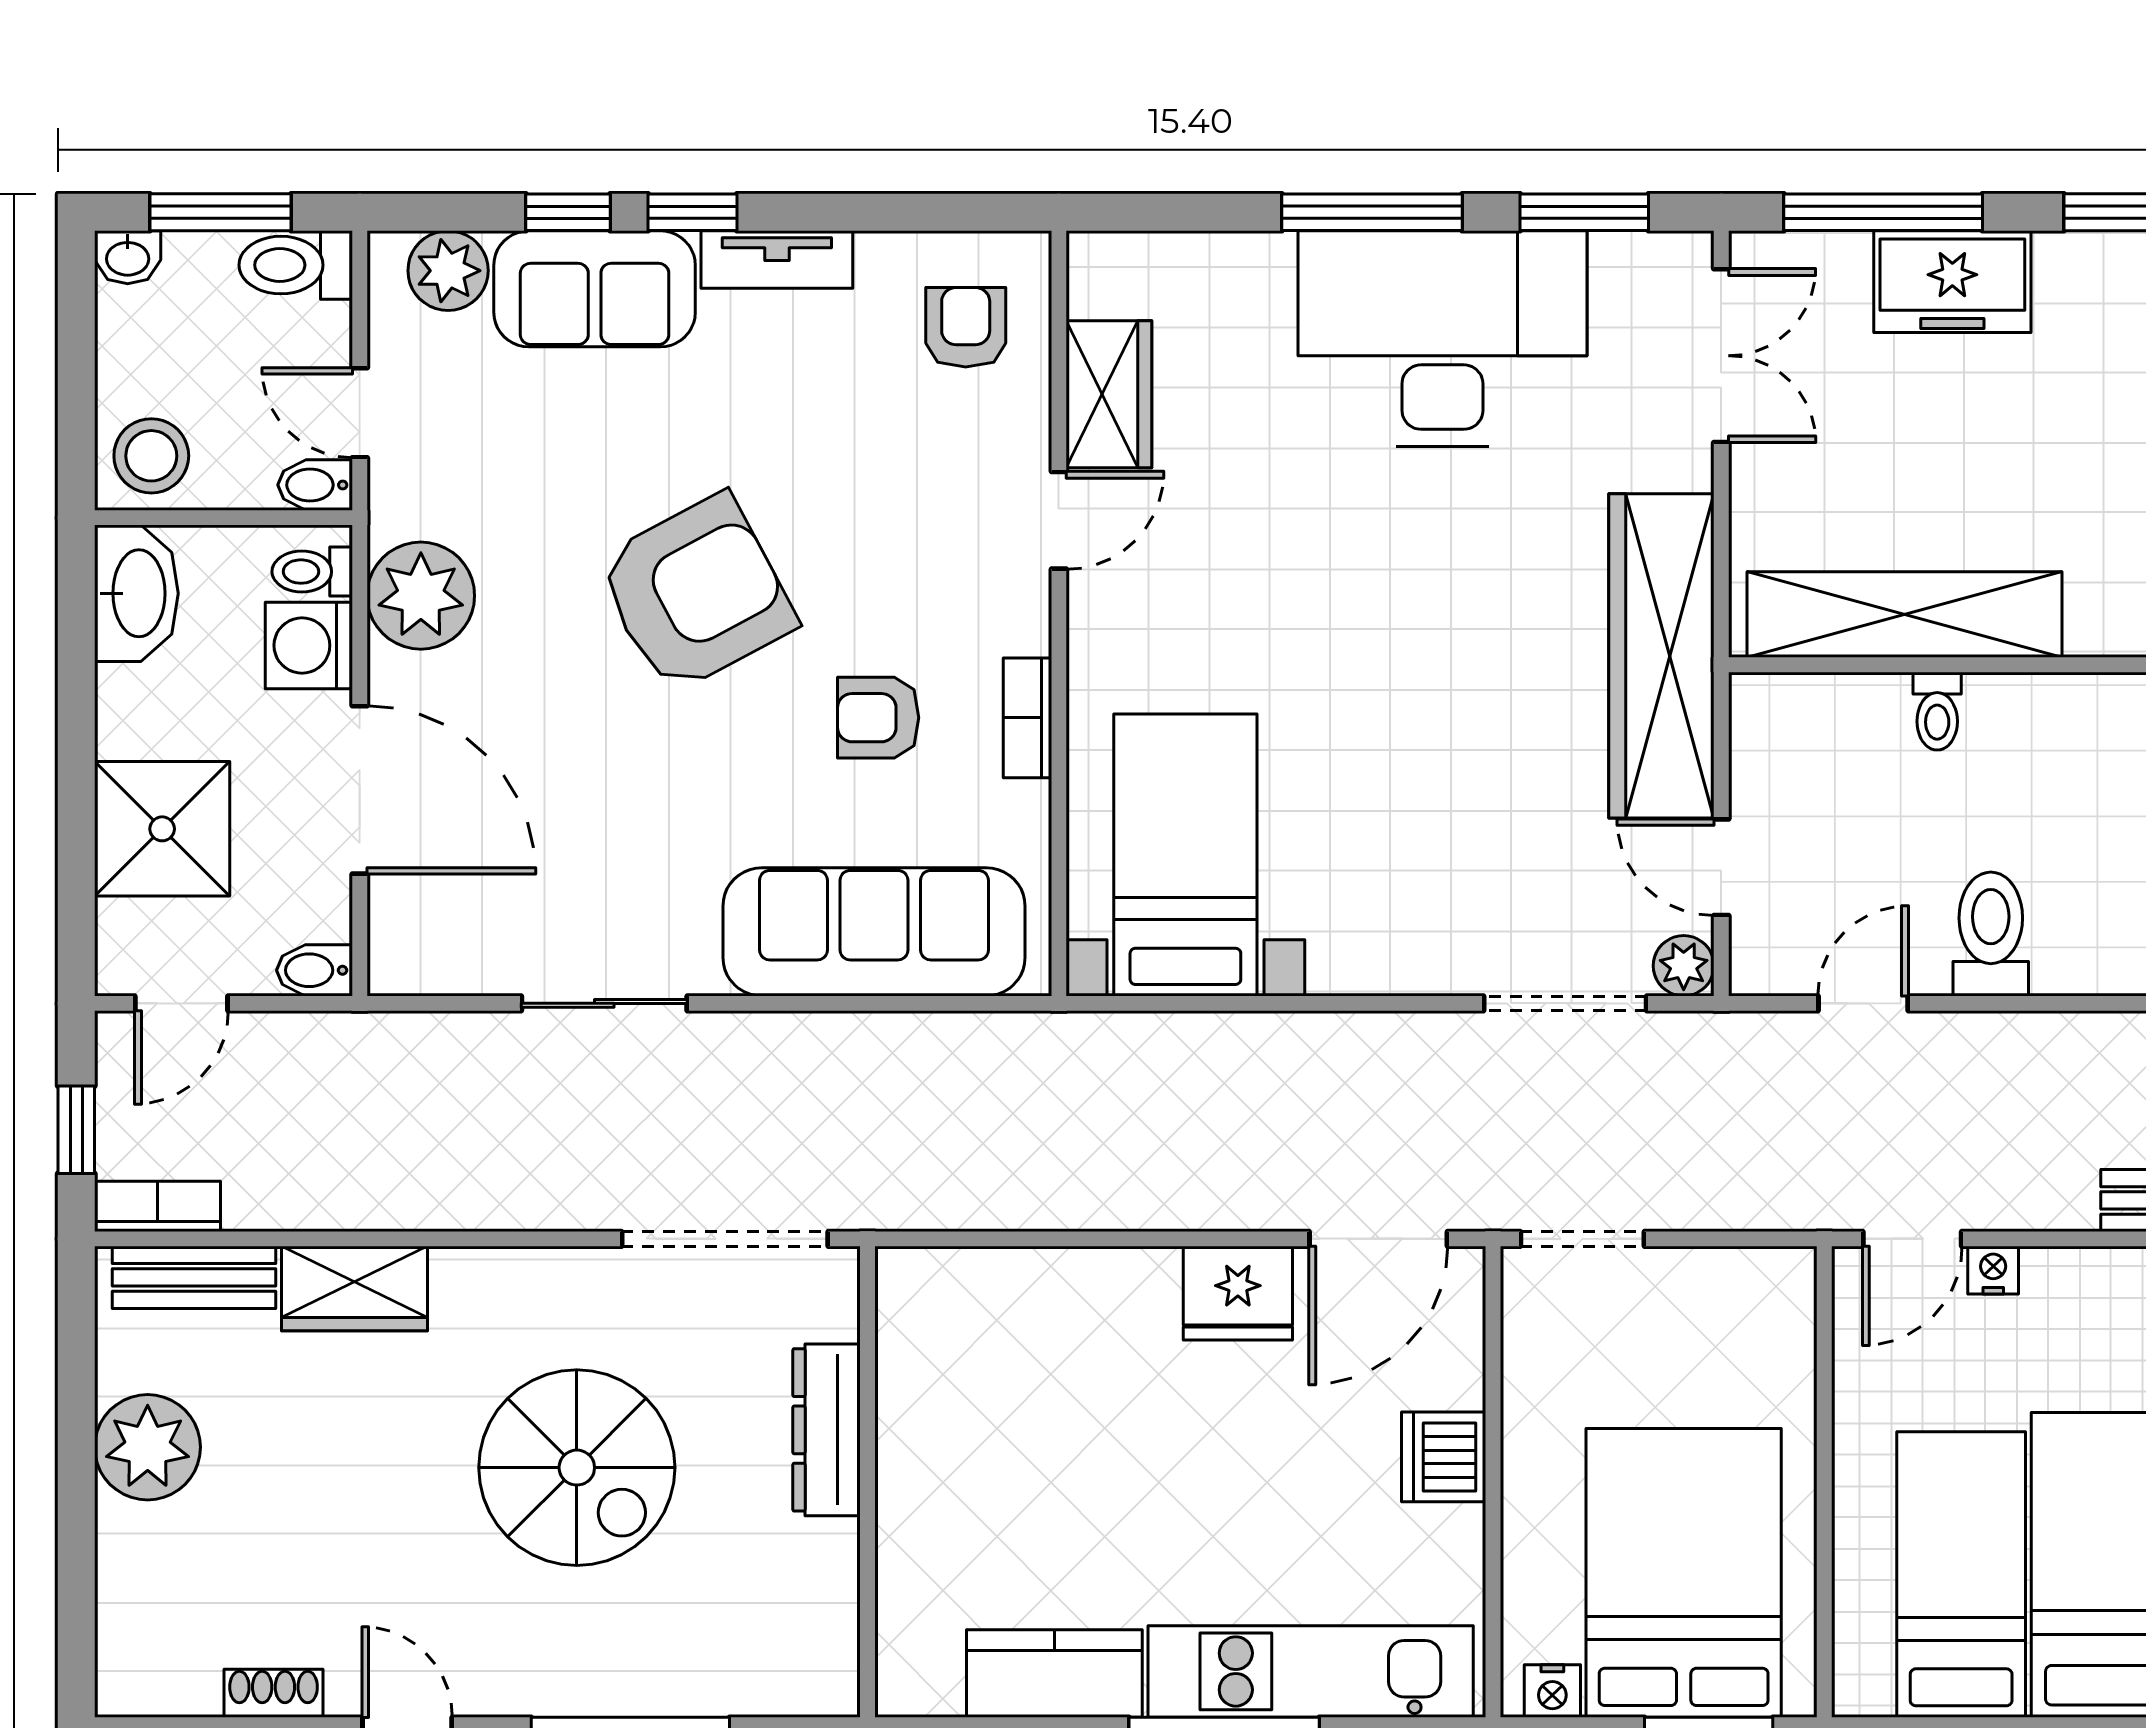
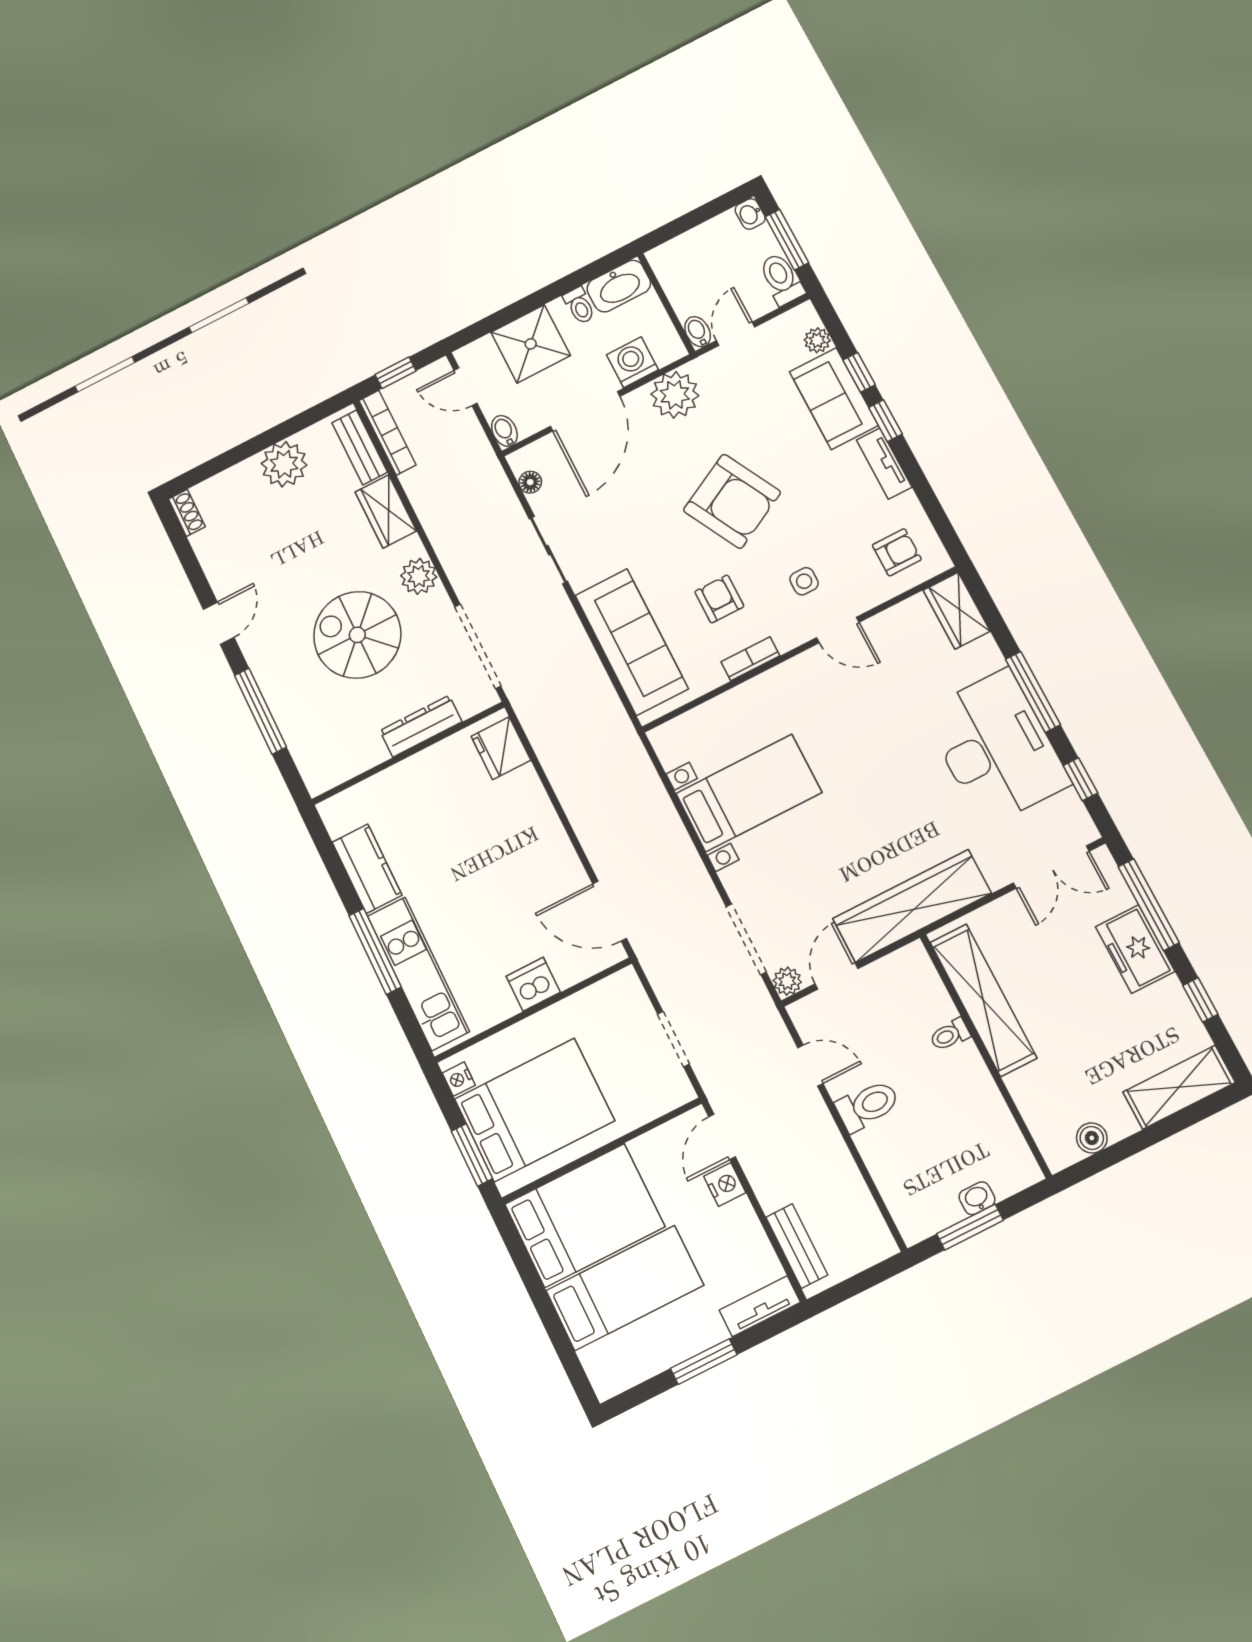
window: (1584, 212) -> (1080, 779), width x0.67
plant: (448, 271) -> (817, 340), width x0.73, depth x0.73
wardrobe: (1109, 394) -> (957, 611), moved, turned 90
stool: (151, 456) -> (676, 264), removed
side table: (929, 536) -> (804, 581), added
toilet: (312, 572) -> (579, 306), moved, turned 180
bed with nightstands: (1185, 855) -> (749, 793), moved
floor lamp: (447, 971) -> (530, 482), added
bookcase: (158, 1206) -> (388, 433), width x1.56
doorway: (1582, 1239) -> (673, 1039), moved
door: (1912, 1239) -> (722, 1137), hinge flipped
nightstand: (1993, 1270) -> (725, 1185), width x1.39, depth x1.35
plant: (522, 1287) -> (419, 576), added
fridge: (1238, 1293) -> (501, 748), moved
spiral stairs: (577, 1468) -> (357, 635), turned 90
bed: (1961, 1574) -> (585, 1216), width x1.50
shoe rack: (274, 1693) -> (187, 513), moved

